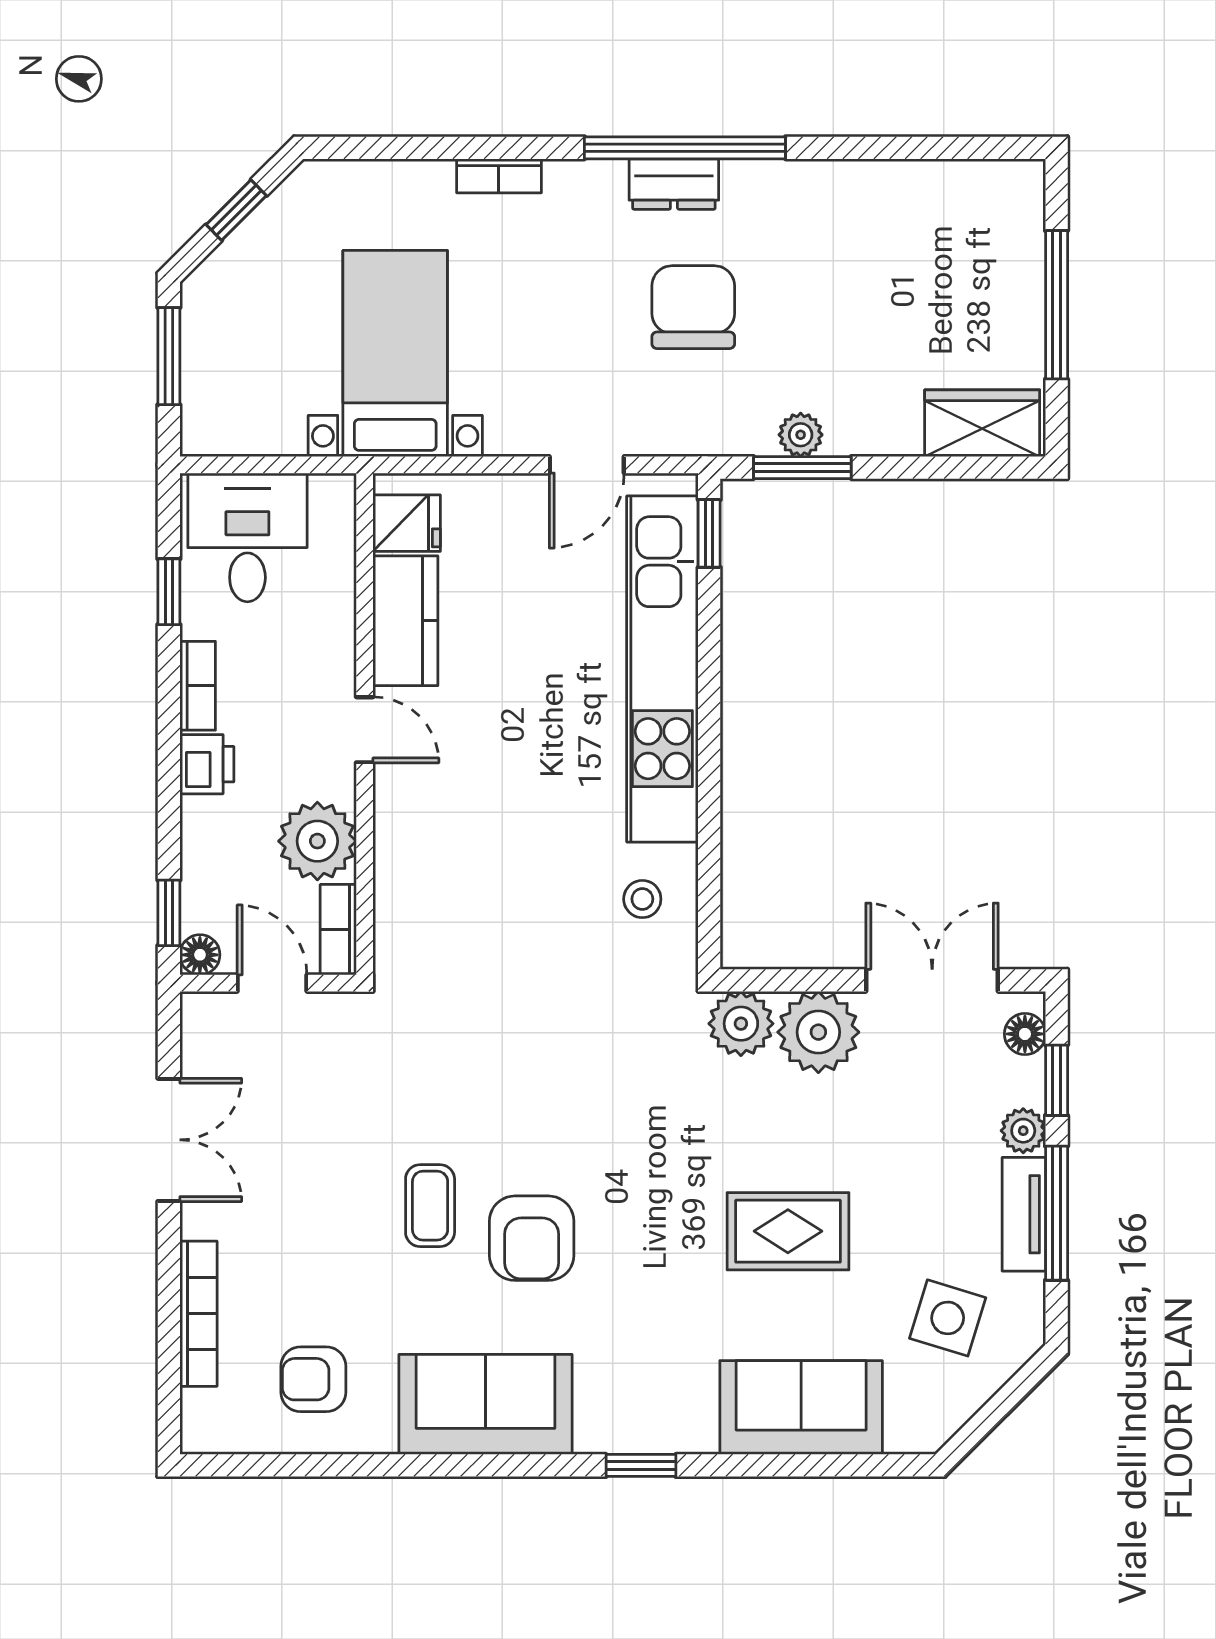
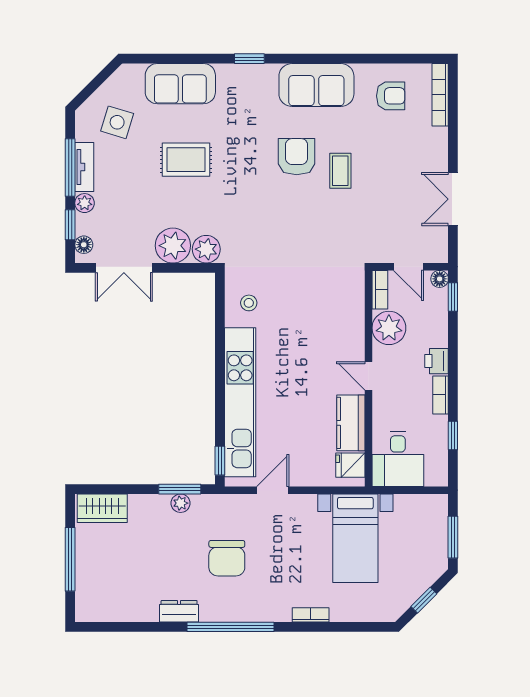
dresser: (674, 184) -> (179, 611), moved
desk: (247, 537) -> (398, 459), moved
bookcase: (198, 1314) -> (440, 95), moved

